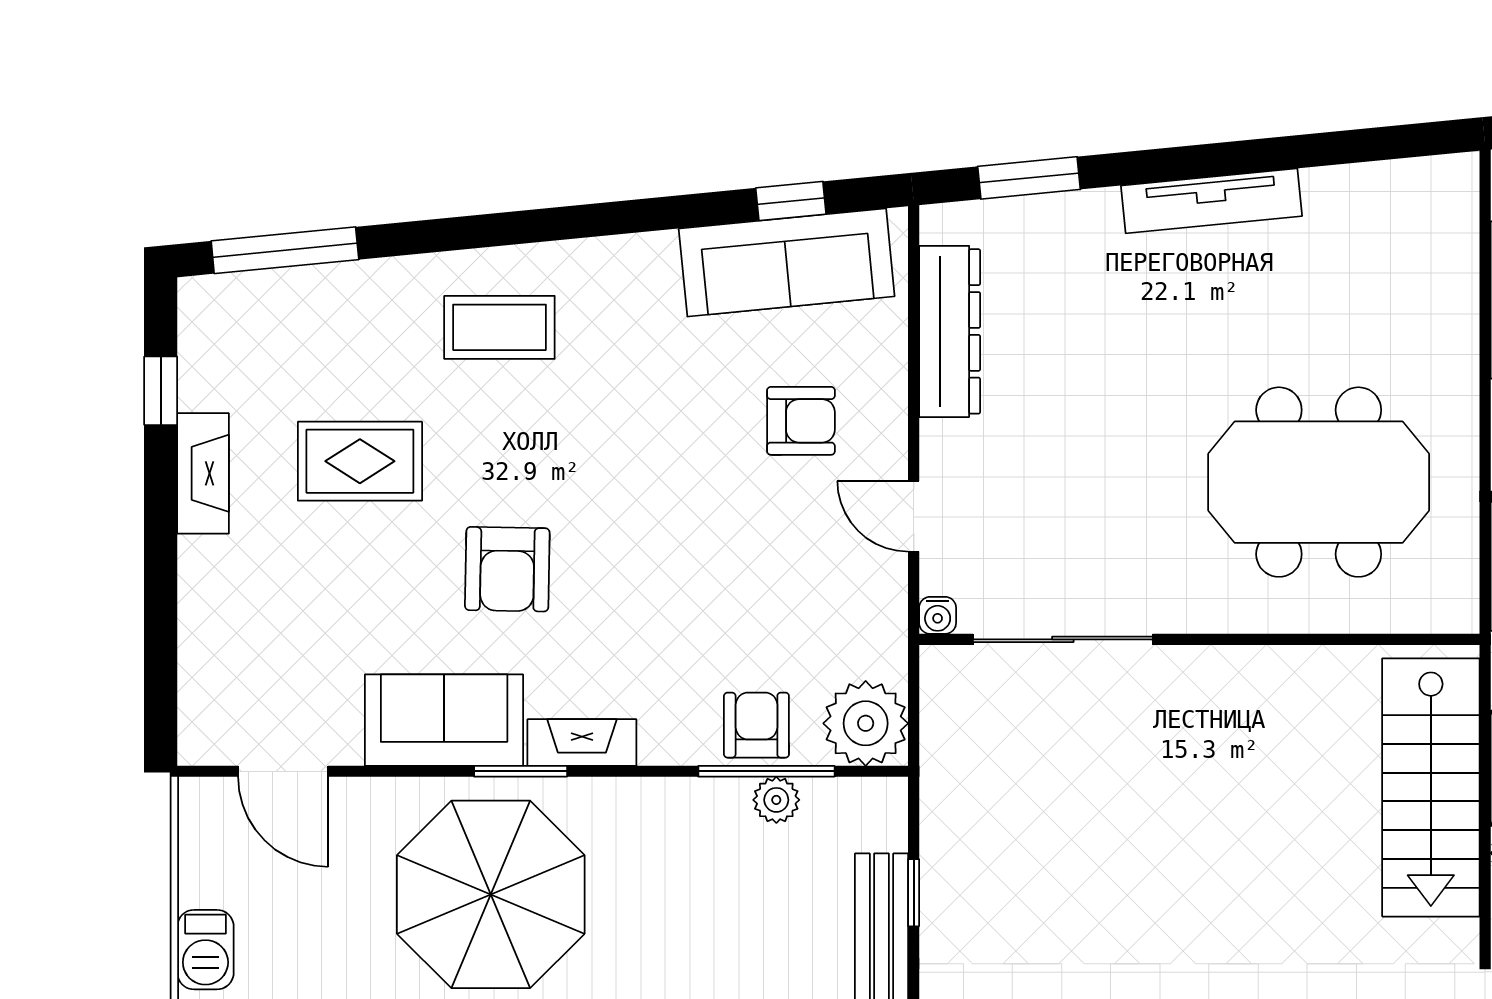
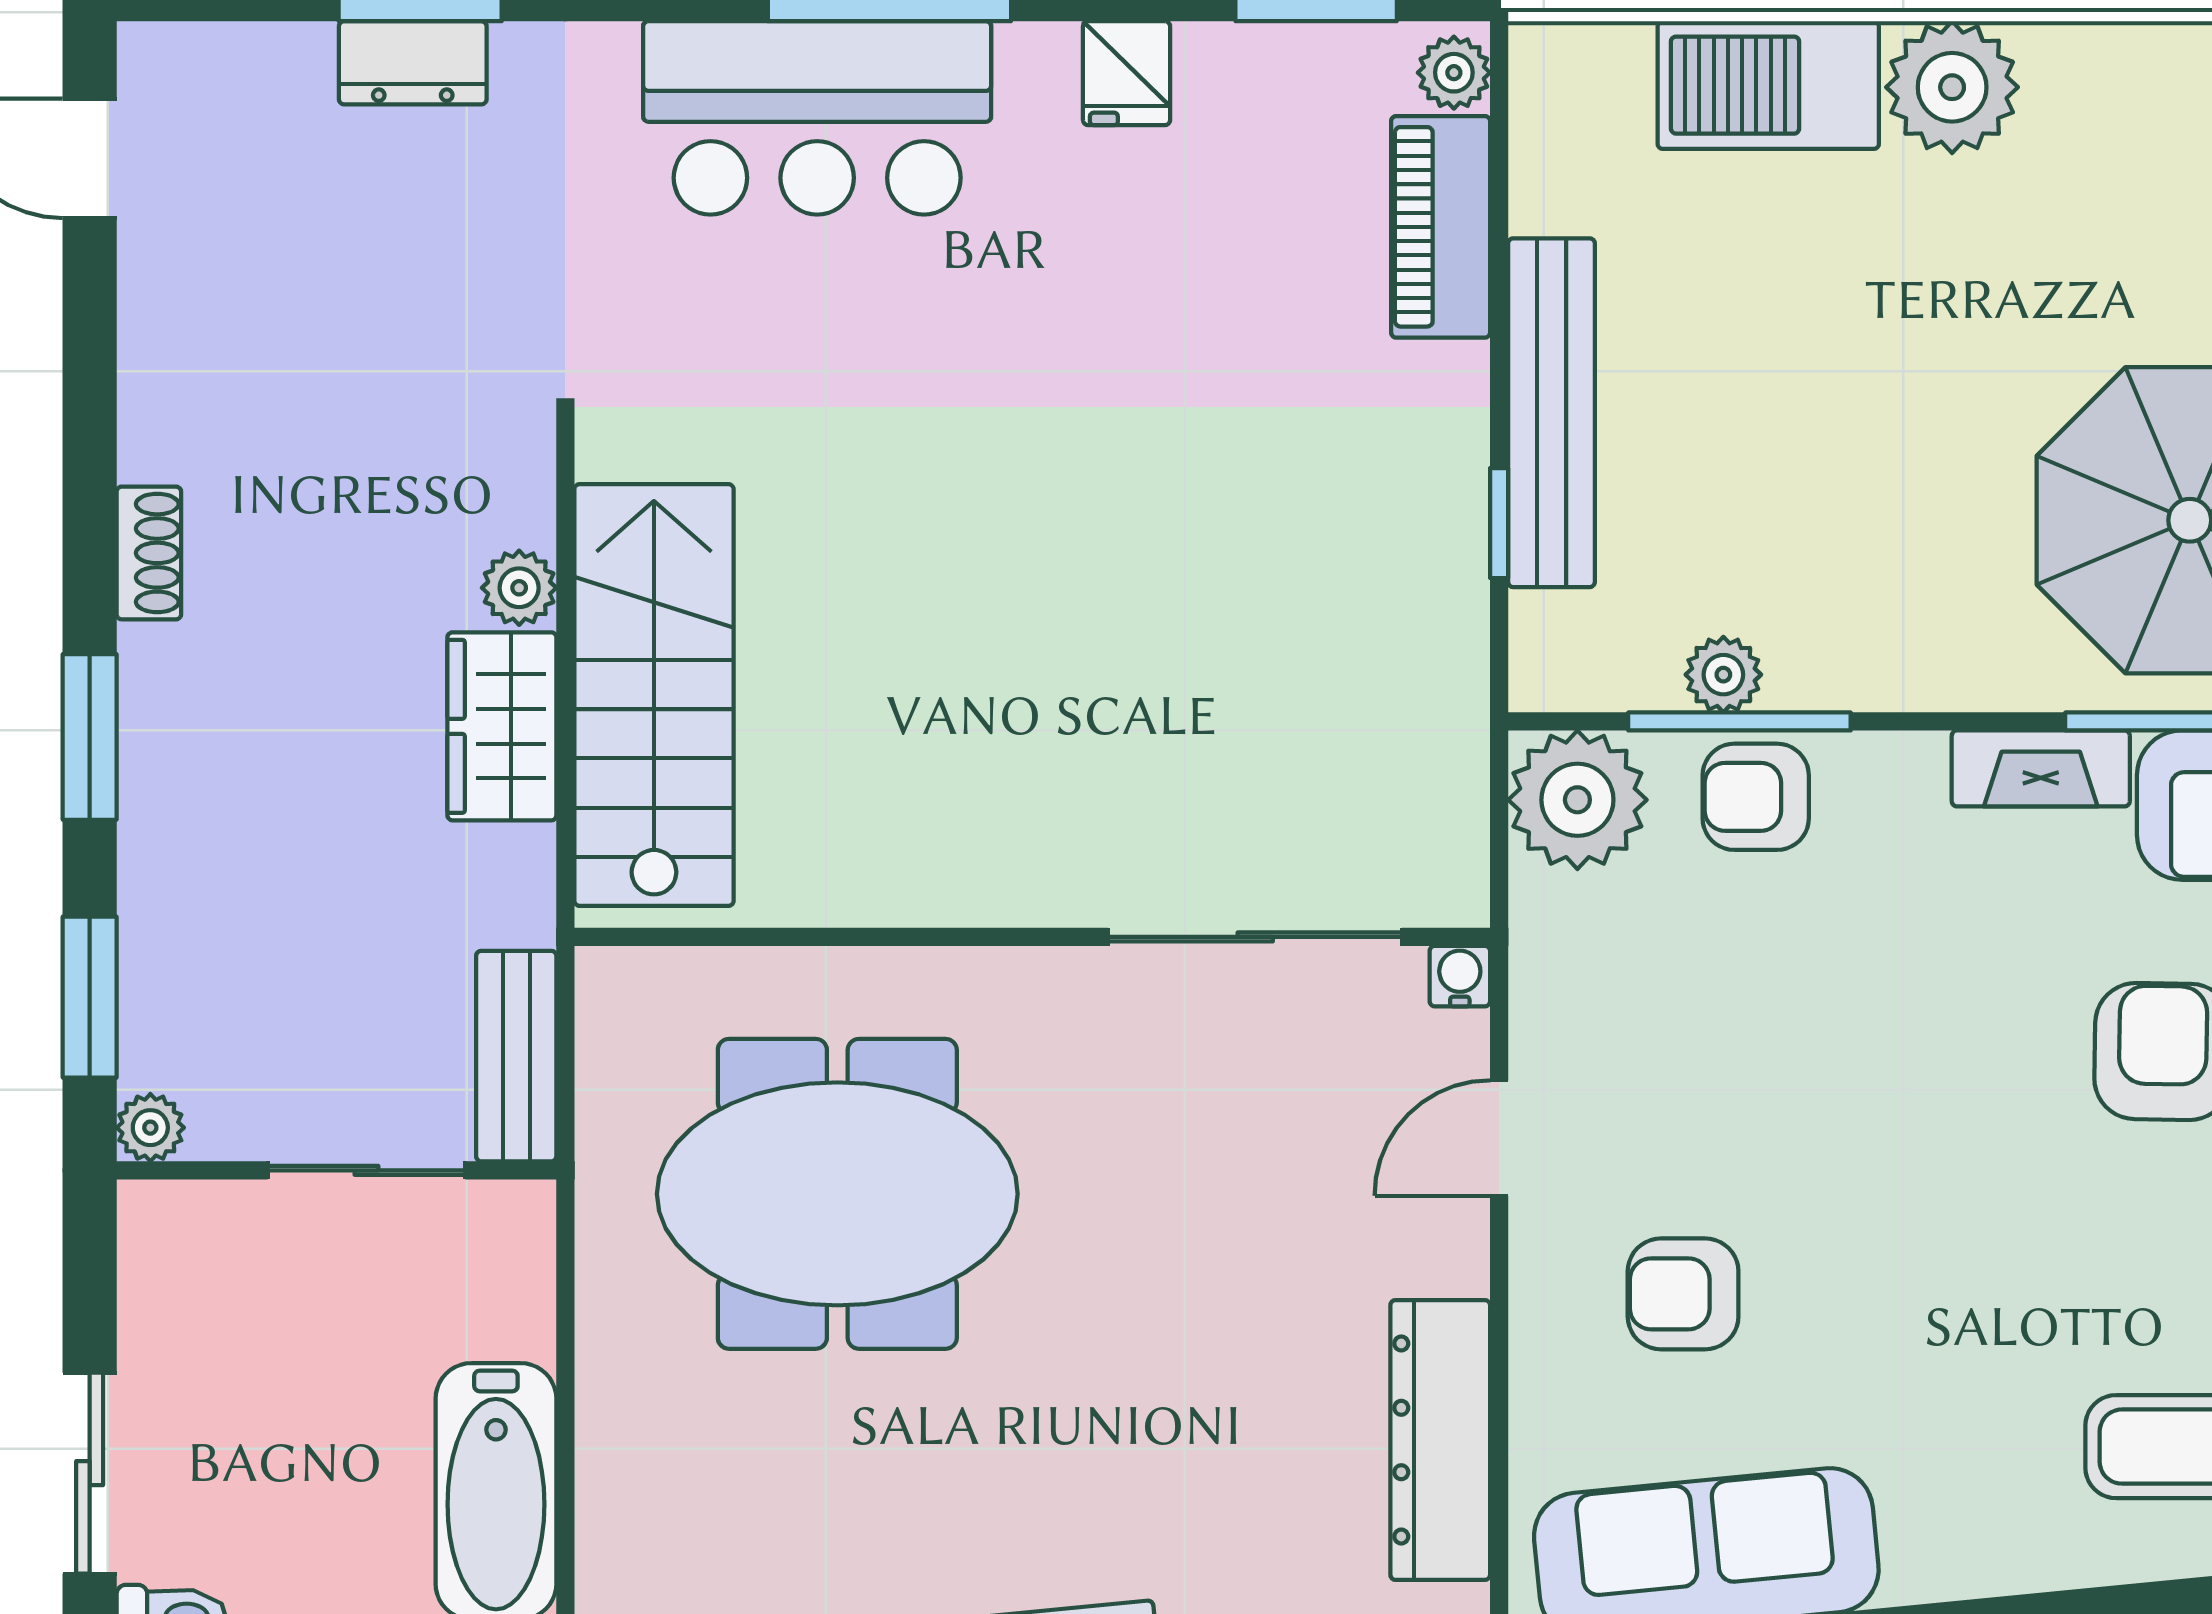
door: (914, 516) -> (1499, 1138), swing flipped
armchair: (756, 725) -> (1756, 797), turned 90

